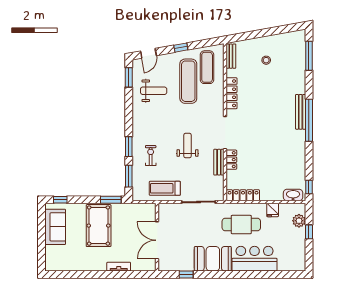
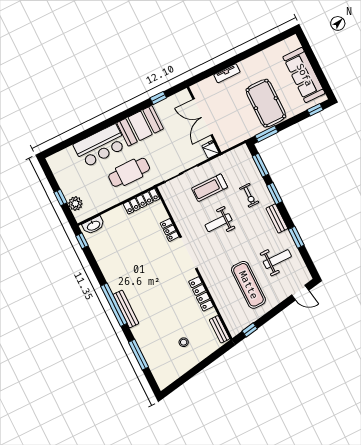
window: (181, 48) -> (250, 330), moved
door: (148, 53) -> (300, 293), swing flipped
window: (309, 56) -> (139, 355), moved
exercise mat: (207, 67) -> (237, 307), removed
window: (129, 77) -> (296, 237), moved
weight bench: (154, 91) -> (277, 259), turned 180
weight bench: (187, 146) -> (219, 223), turned 90
bench: (219, 162) -> (277, 218), moved
treadmill: (165, 188) -> (210, 188), moved, turned 180
fridge: (273, 210) -> (210, 149), moved
sofa: (55, 227) -> (304, 75), width x1.36
double door: (157, 240) -> (203, 117), swing flipped

